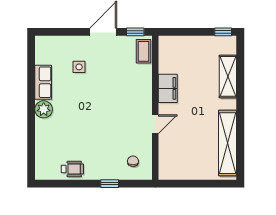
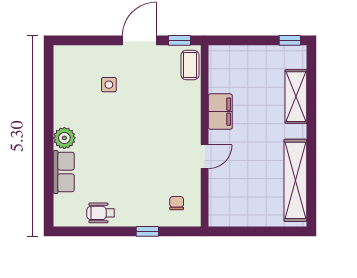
row of seats: (43, 82) -> (64, 172), moved
wheelchair: (72, 169) -> (101, 213), turned 180

